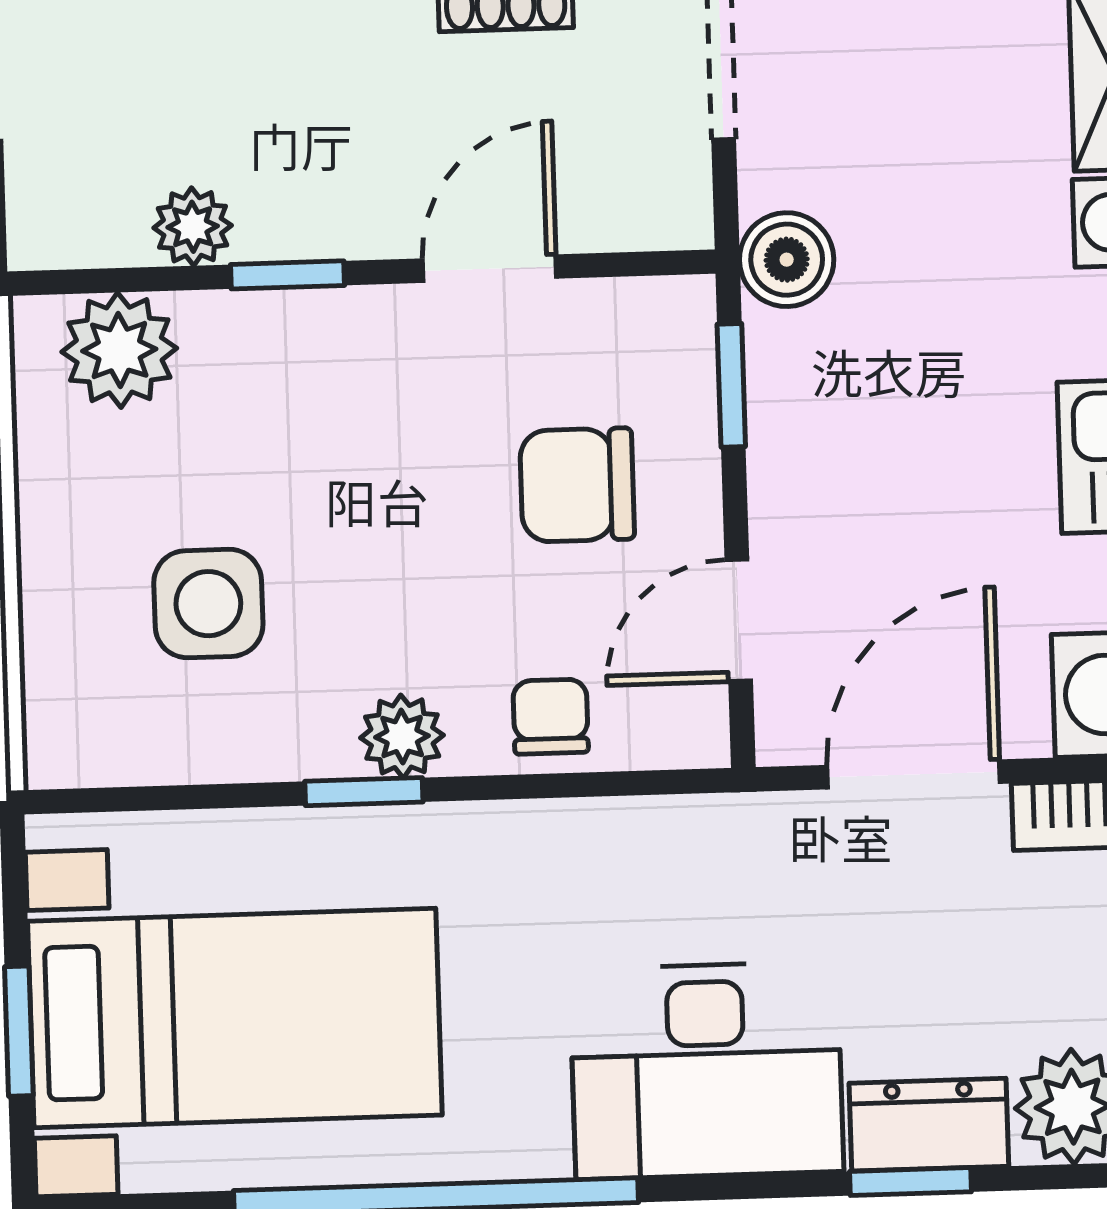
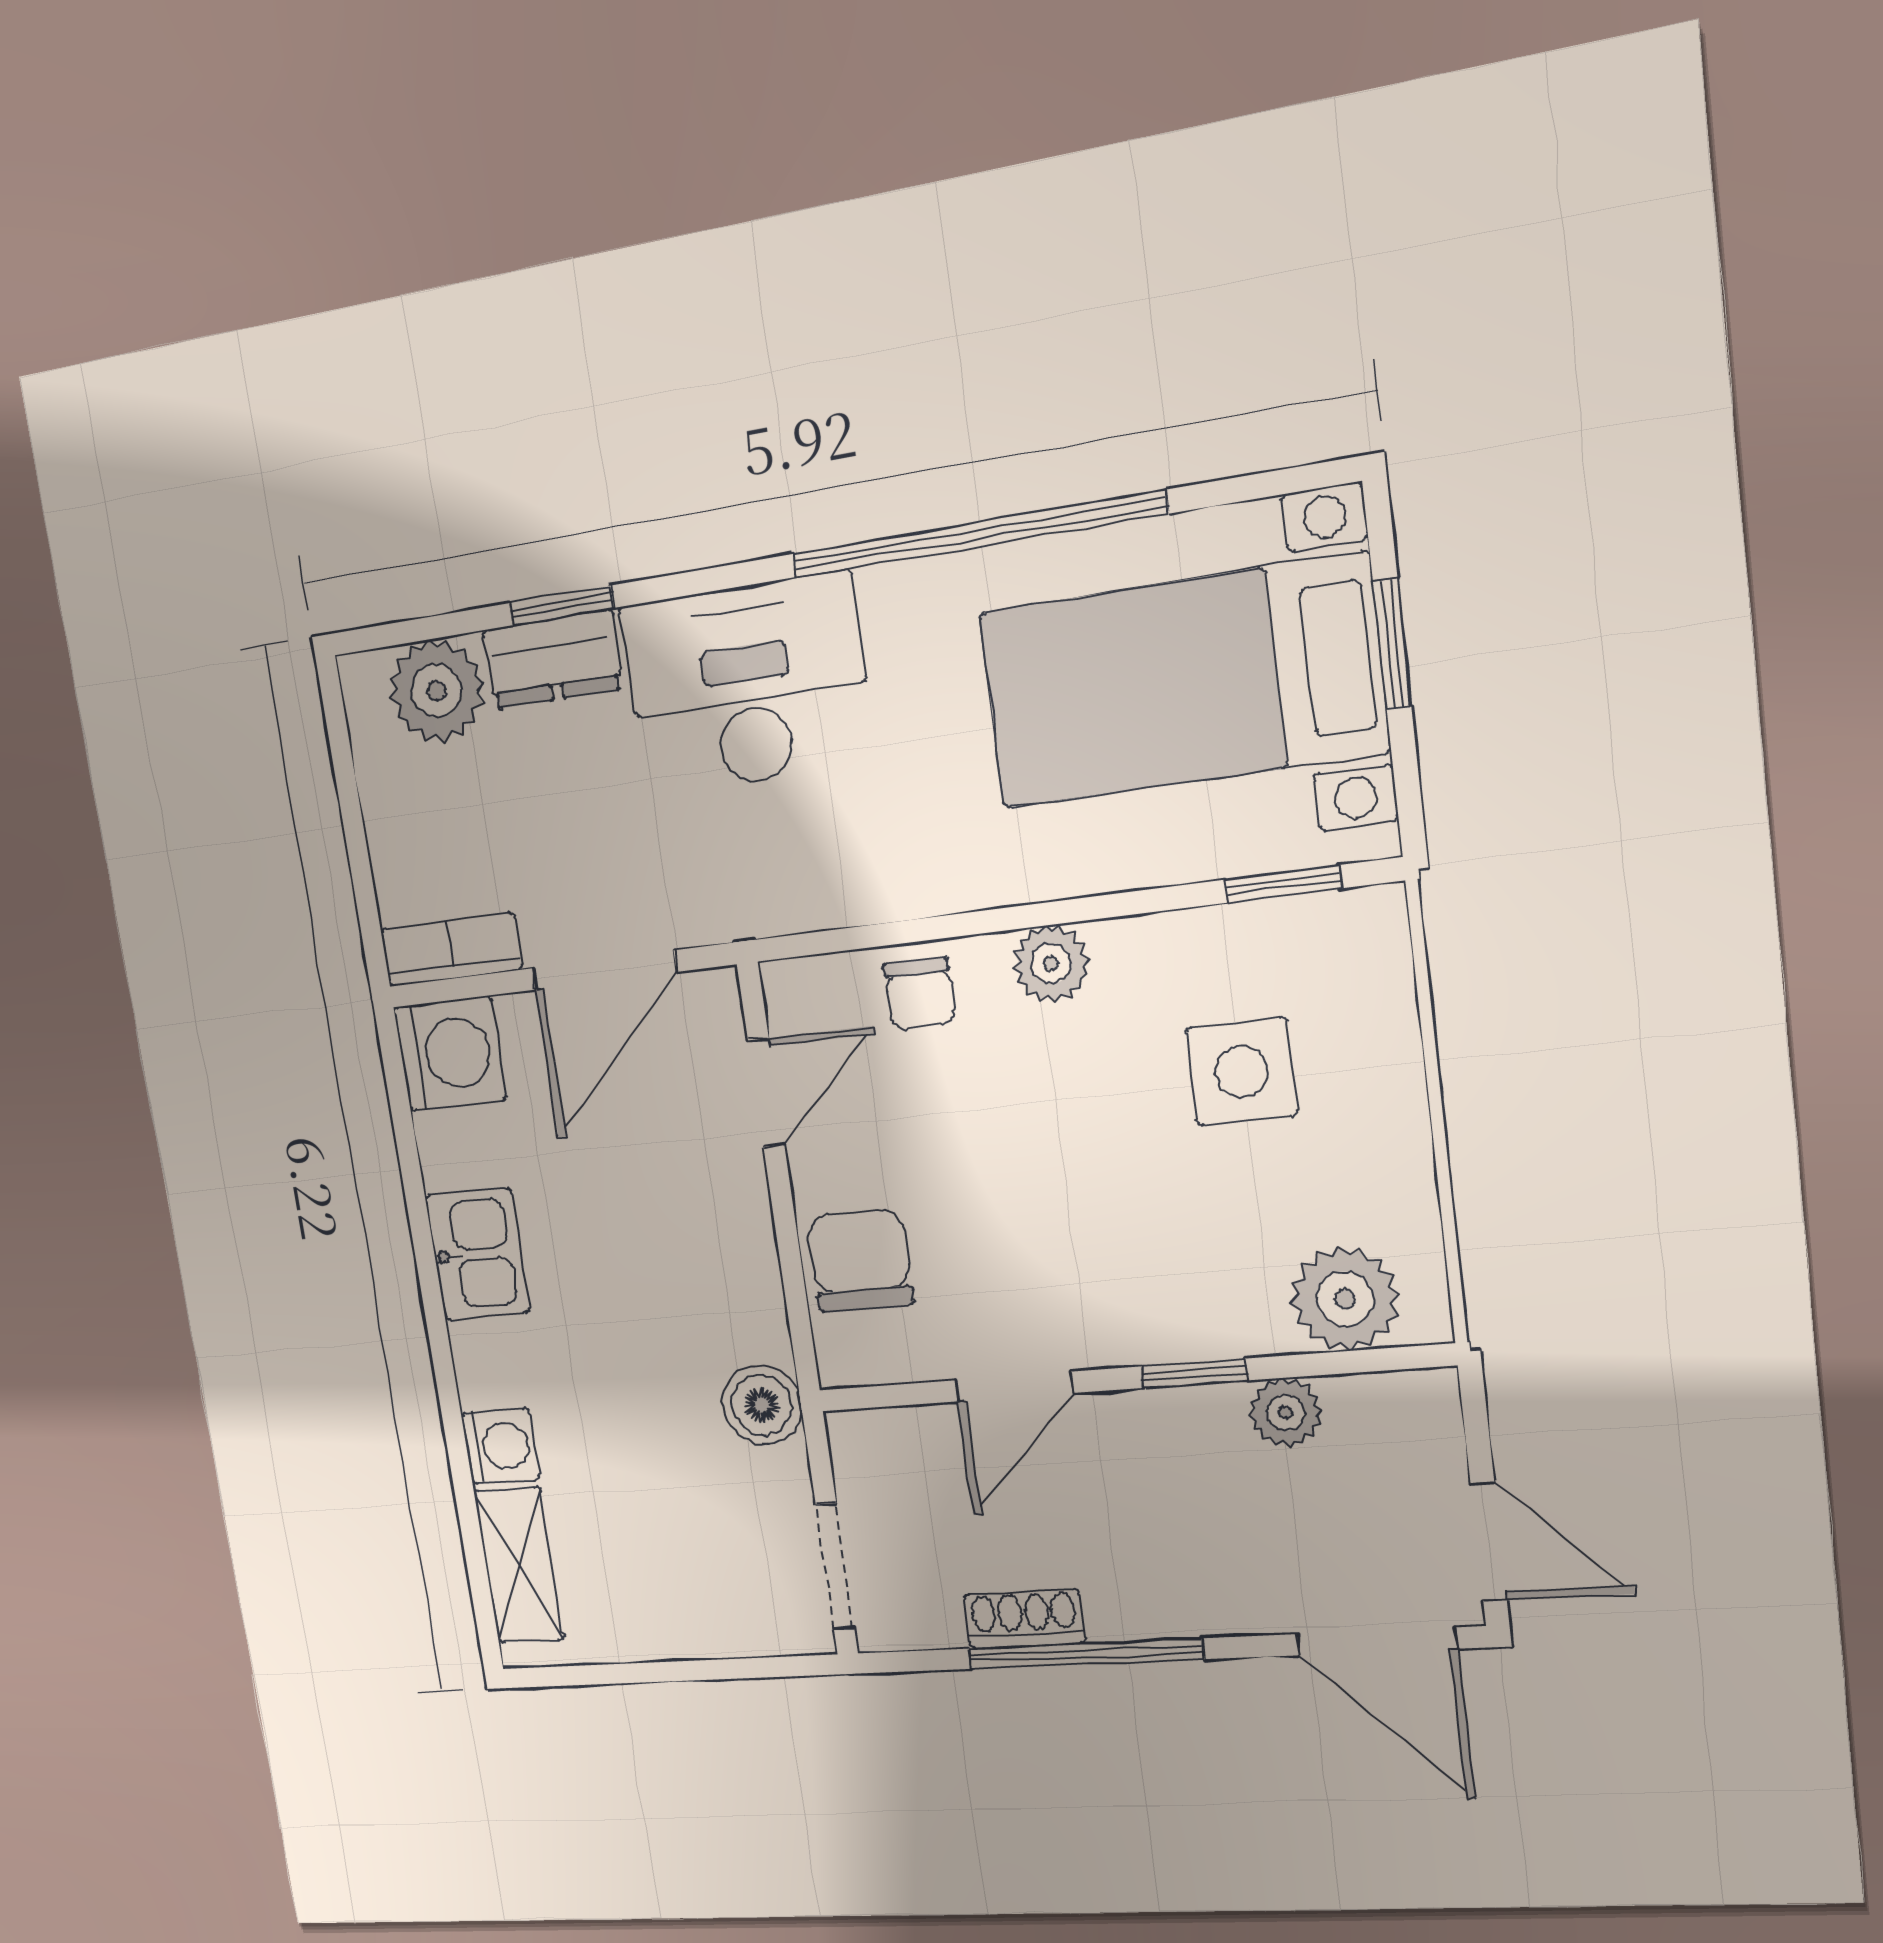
window: (731, 385) -> (796, 1296), removed
chair: (577, 485) -> (860, 1260), moved, turned -90
window: (364, 792) -> (1283, 884), moved

